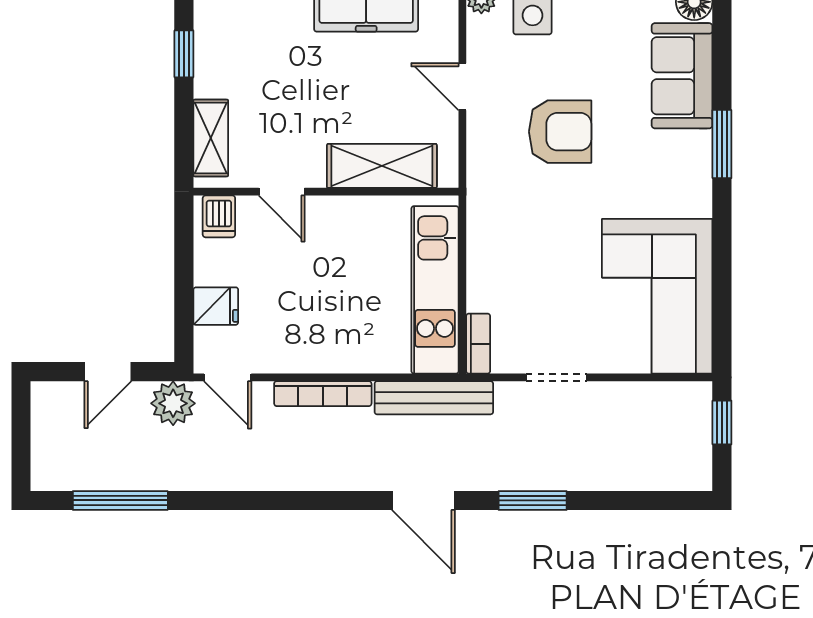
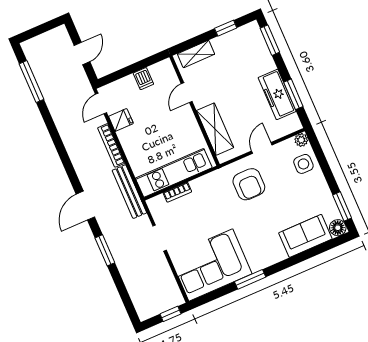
armchair: (560, 132) -> (249, 184), moved
window: (722, 144) -> (250, 279), moved
dishwasher: (219, 216) -> (143, 79), moved, turned -90
fridge: (216, 306) -> (121, 120), moved, turned -90
bookcase: (478, 344) -> (177, 192), moved
door: (108, 372) -> (82, 54), swing flipped
plant: (173, 403) -> (81, 86), removed

